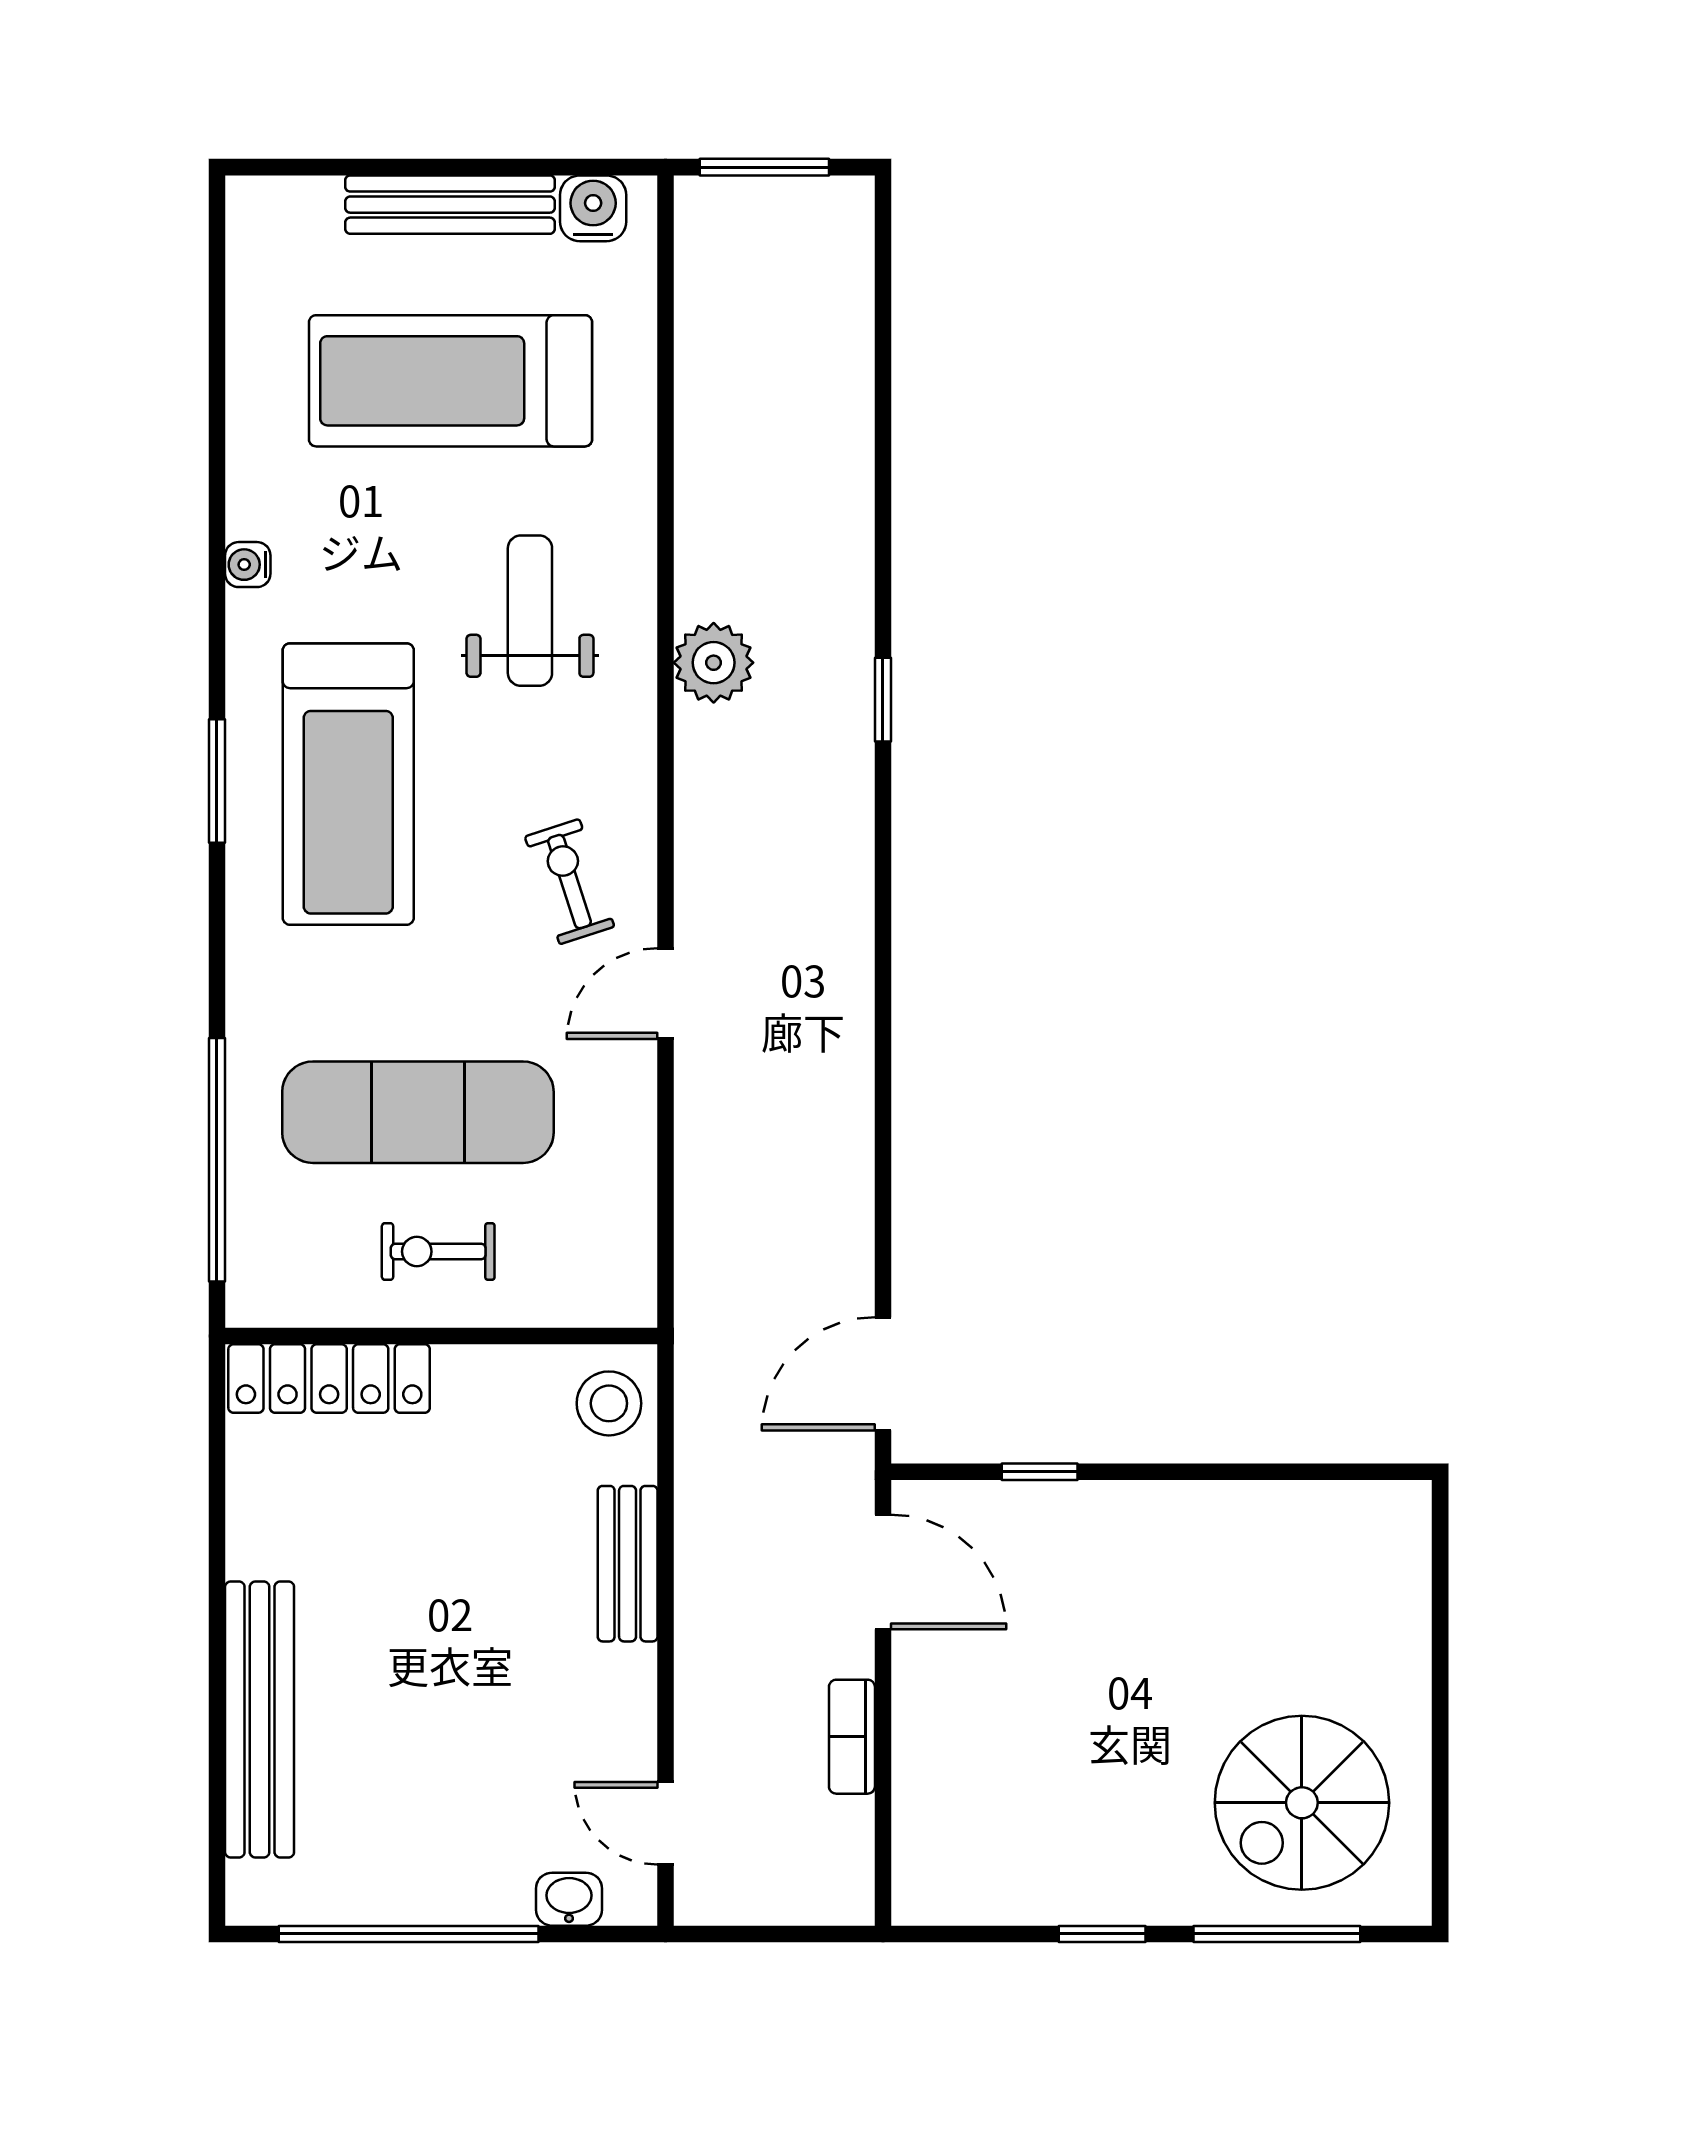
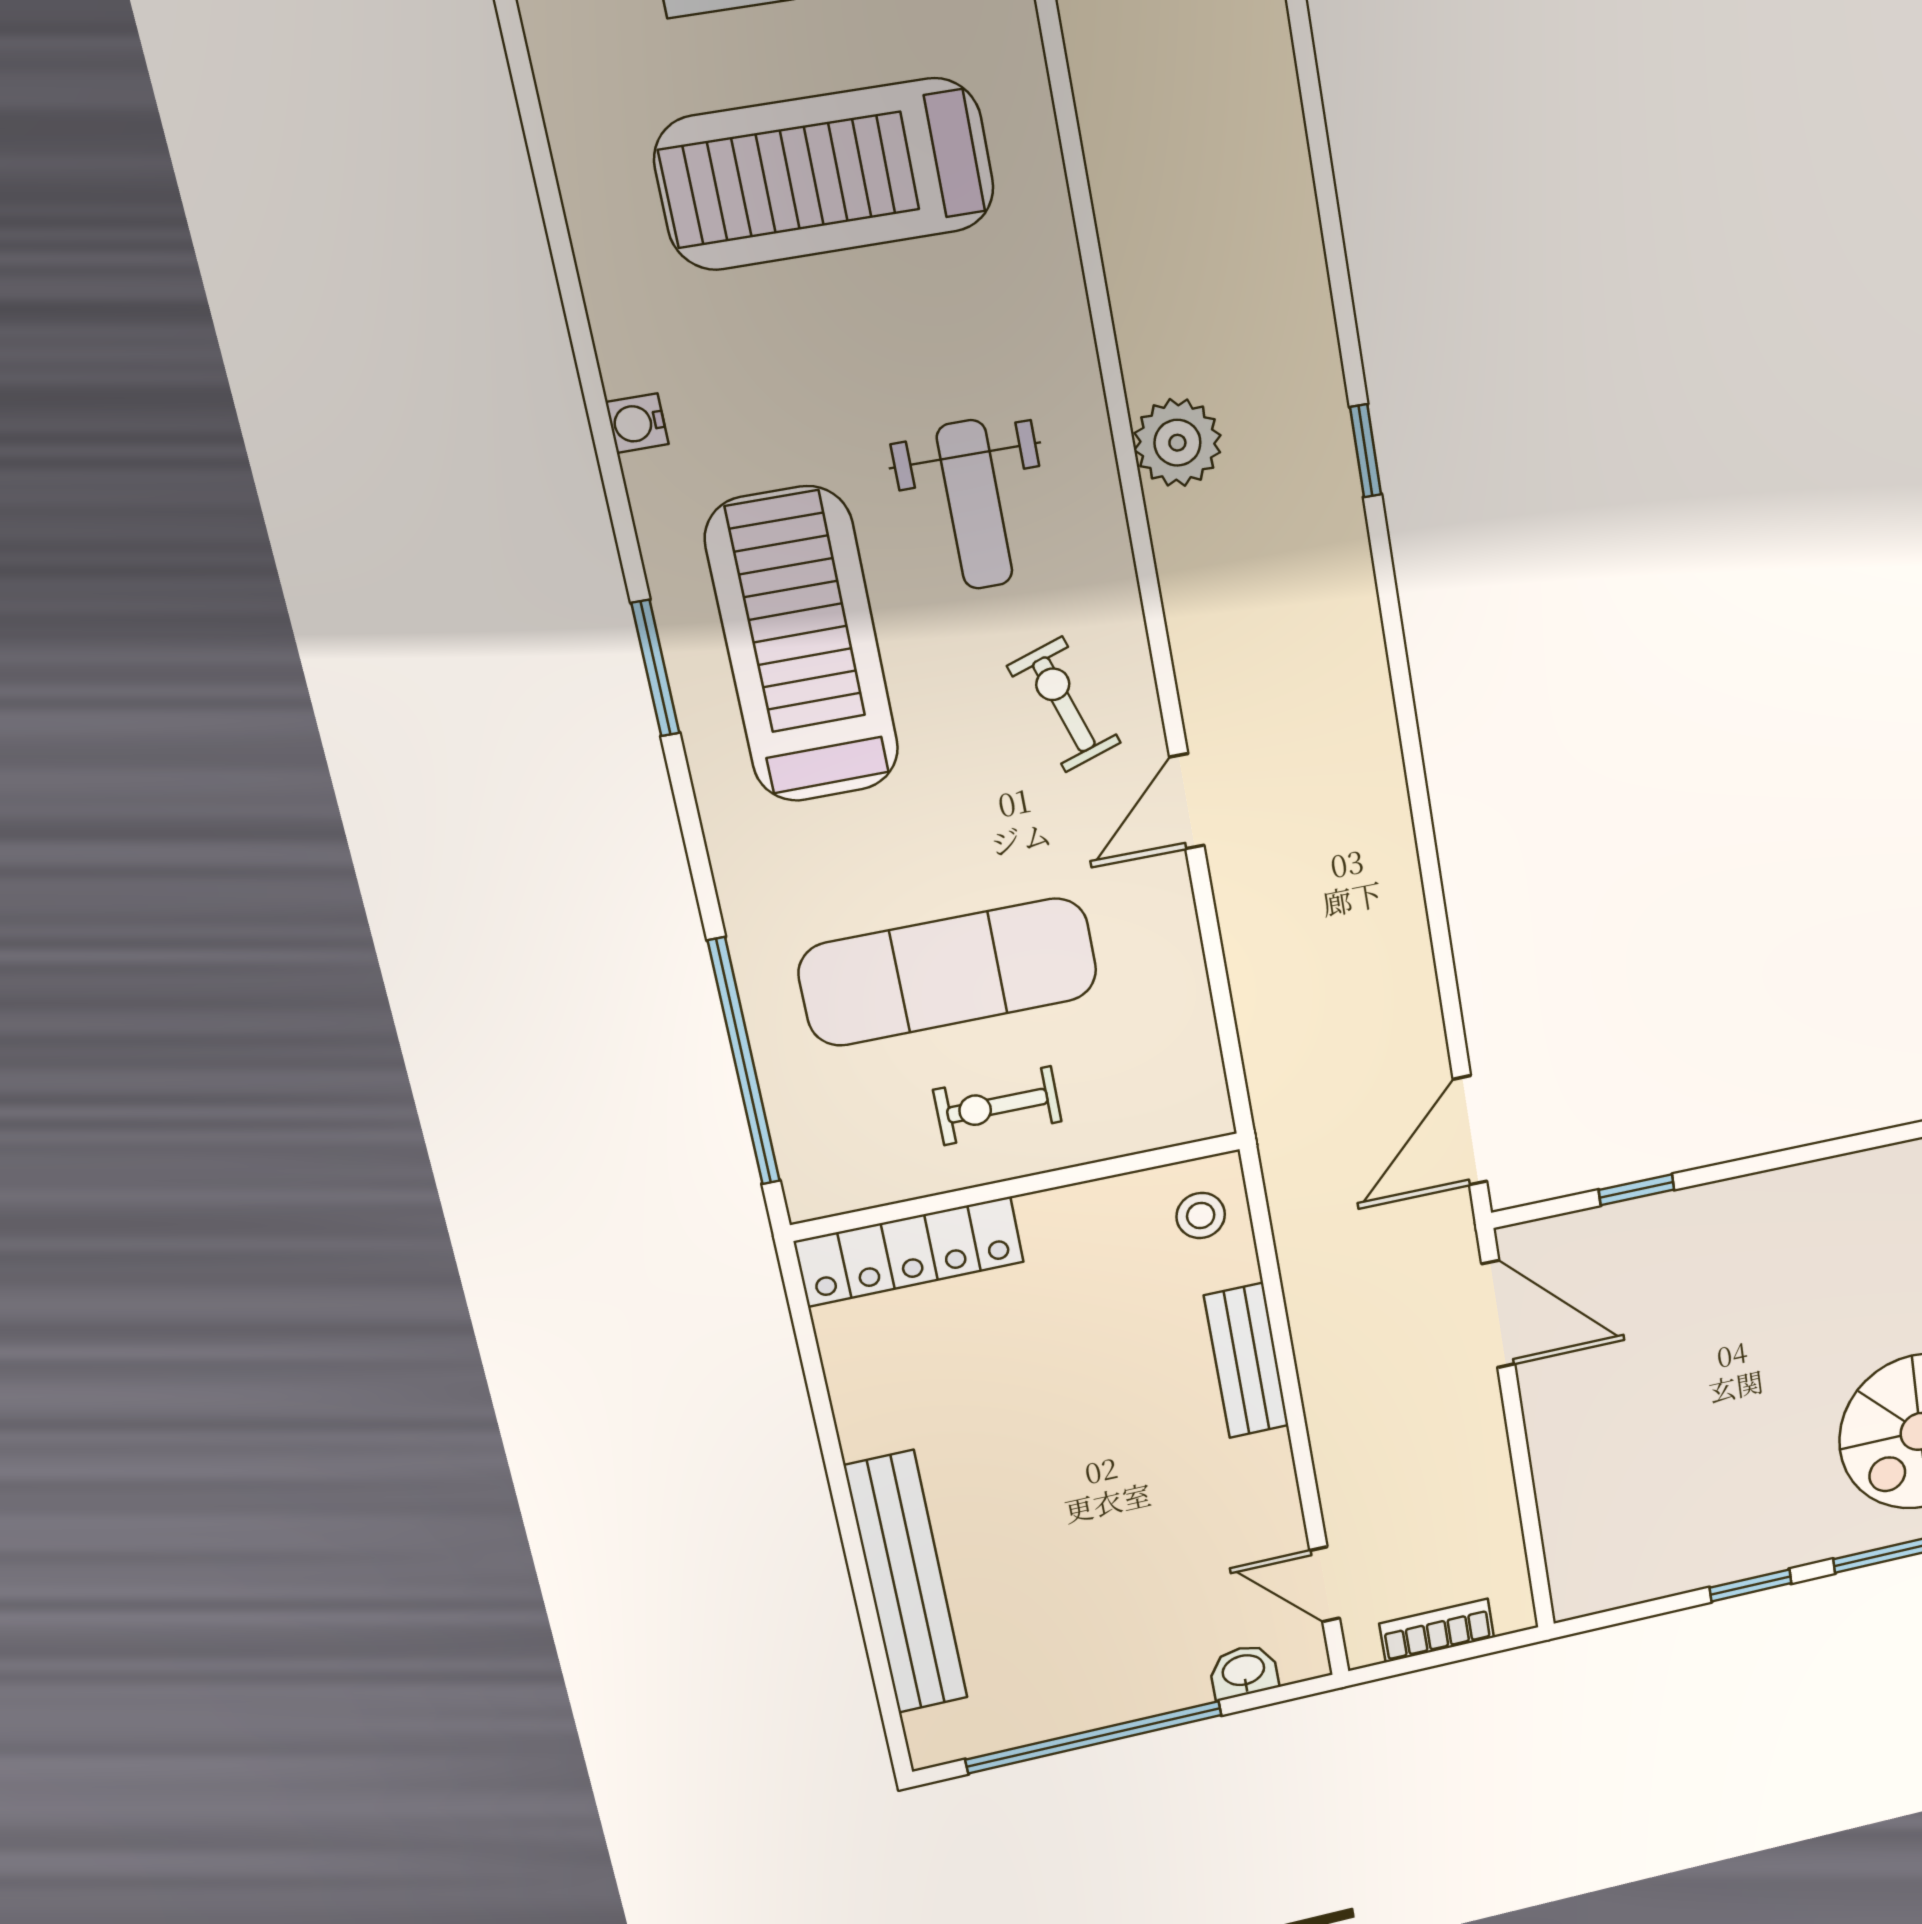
weight bench: (530, 611) -> (975, 505), moved, turned 180
treadmill: (348, 784) -> (802, 645), turned 180
stool: (609, 1403) -> (1201, 1215), width x0.73, depth x0.73
bookcase: (852, 1737) -> (1437, 1630), moved, turned 90

